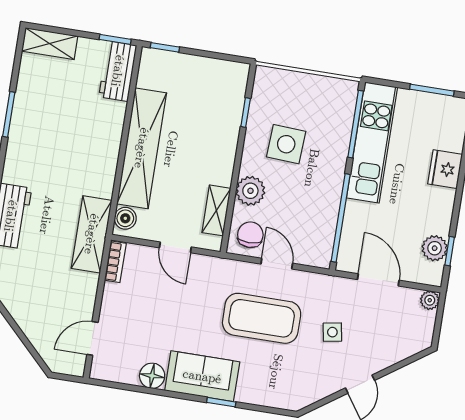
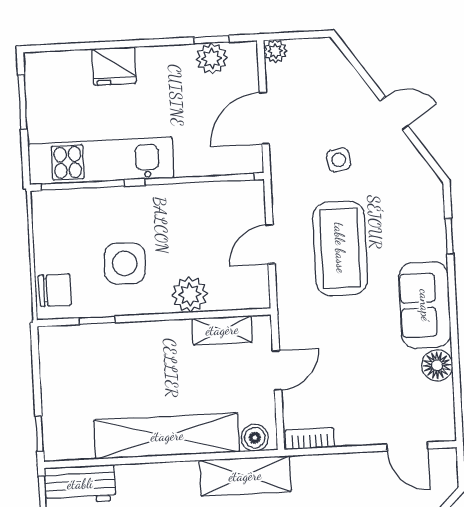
shelving: (92, 234) -> (245, 476), moved
chair: (250, 235) -> (55, 290), moved, turned 180
window: (221, 402) -> (449, 236), moved

